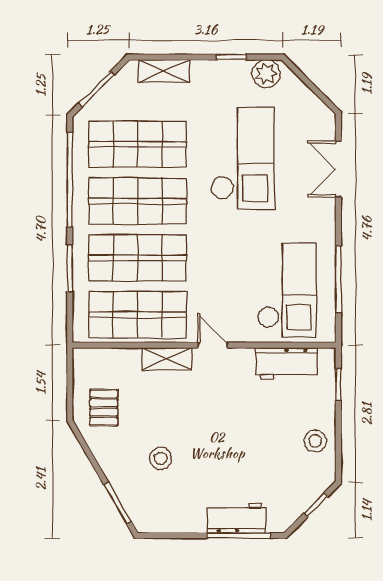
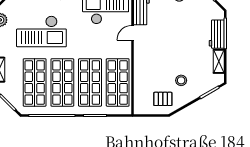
checkout: (243, 158) -> (41, 31), turned 180
door: (213, 345) -> (132, 33), moved
shelving: (167, 359) -> (219, 61), moved
stool: (161, 459) -> (181, 80), moved

